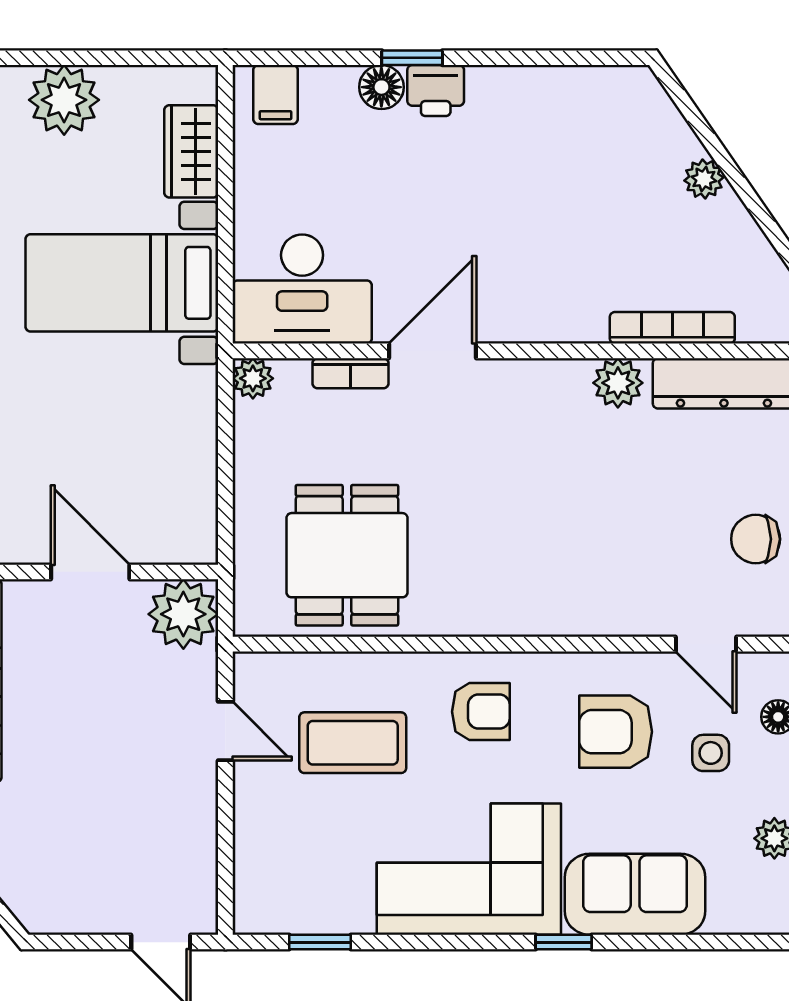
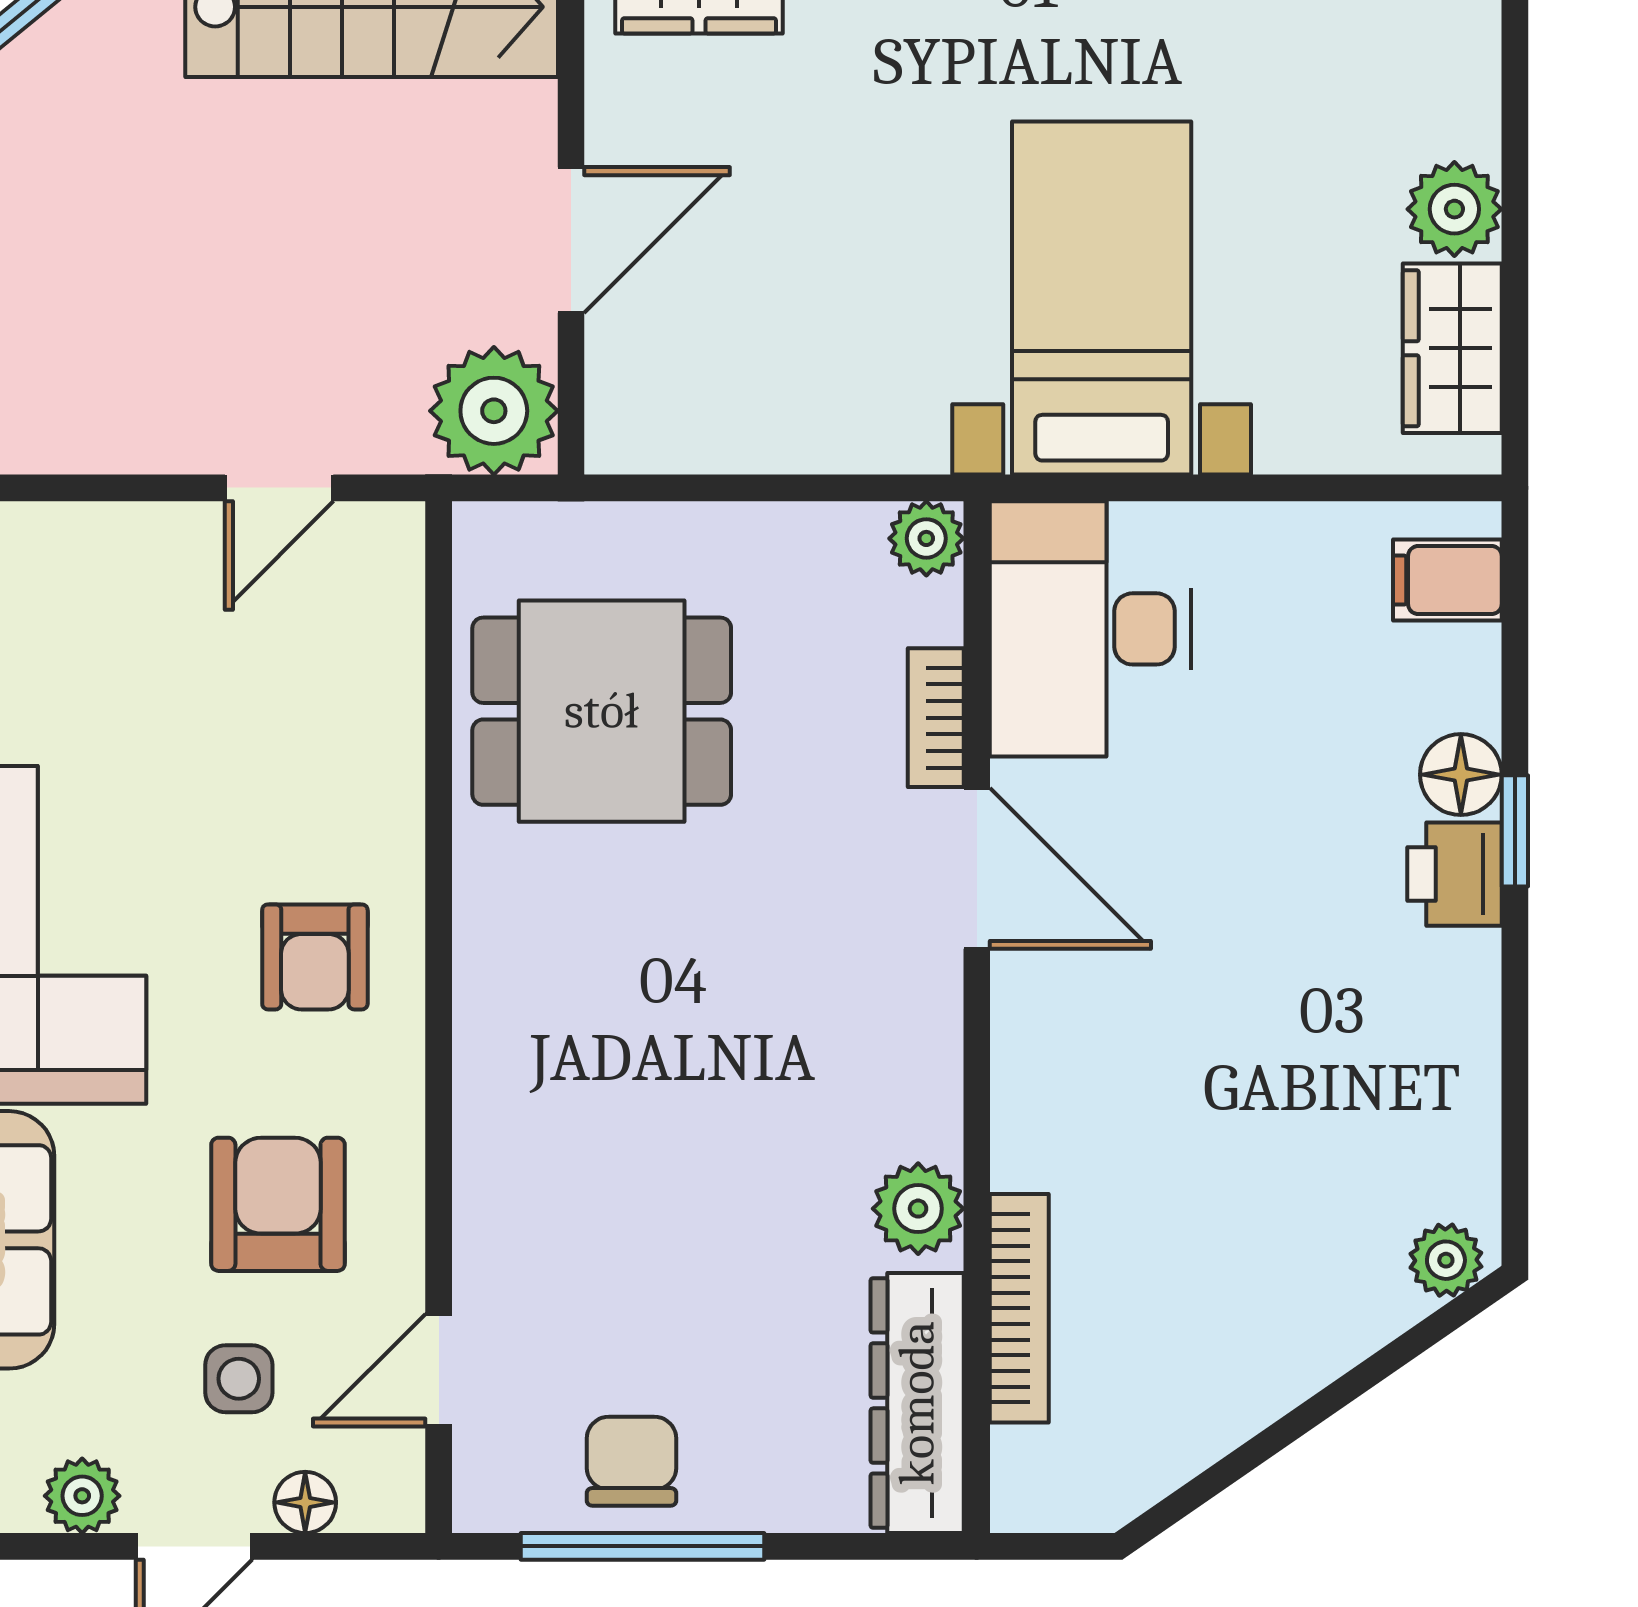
plant: (64, 100) -> (1454, 209), width x0.73, depth x0.73
wardrobe: (191, 151) -> (1452, 348), moved, turned -90
plant: (704, 179) -> (1446, 1260), moved
coffee table: (353, 743) -> (258, 722), removed

